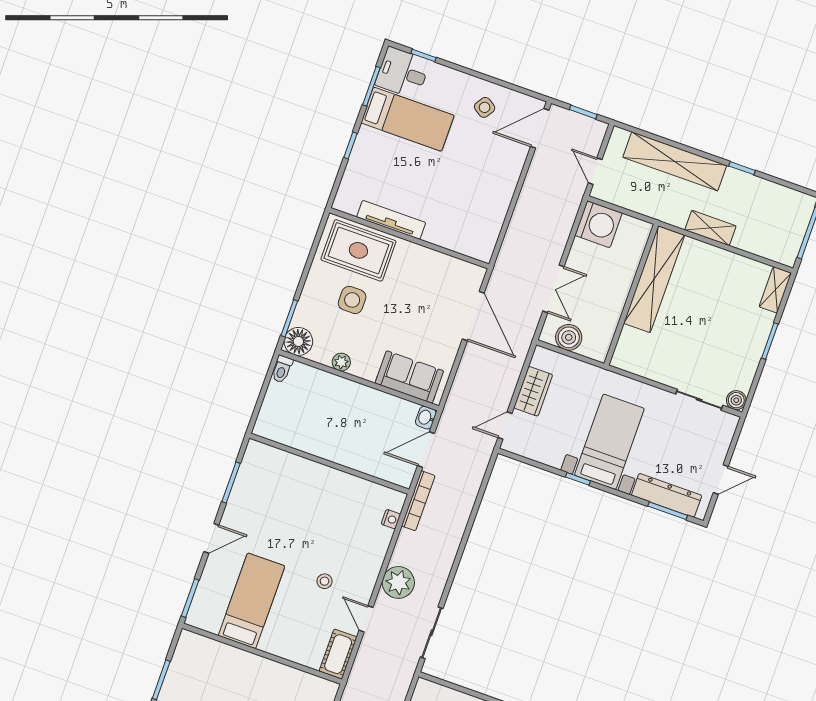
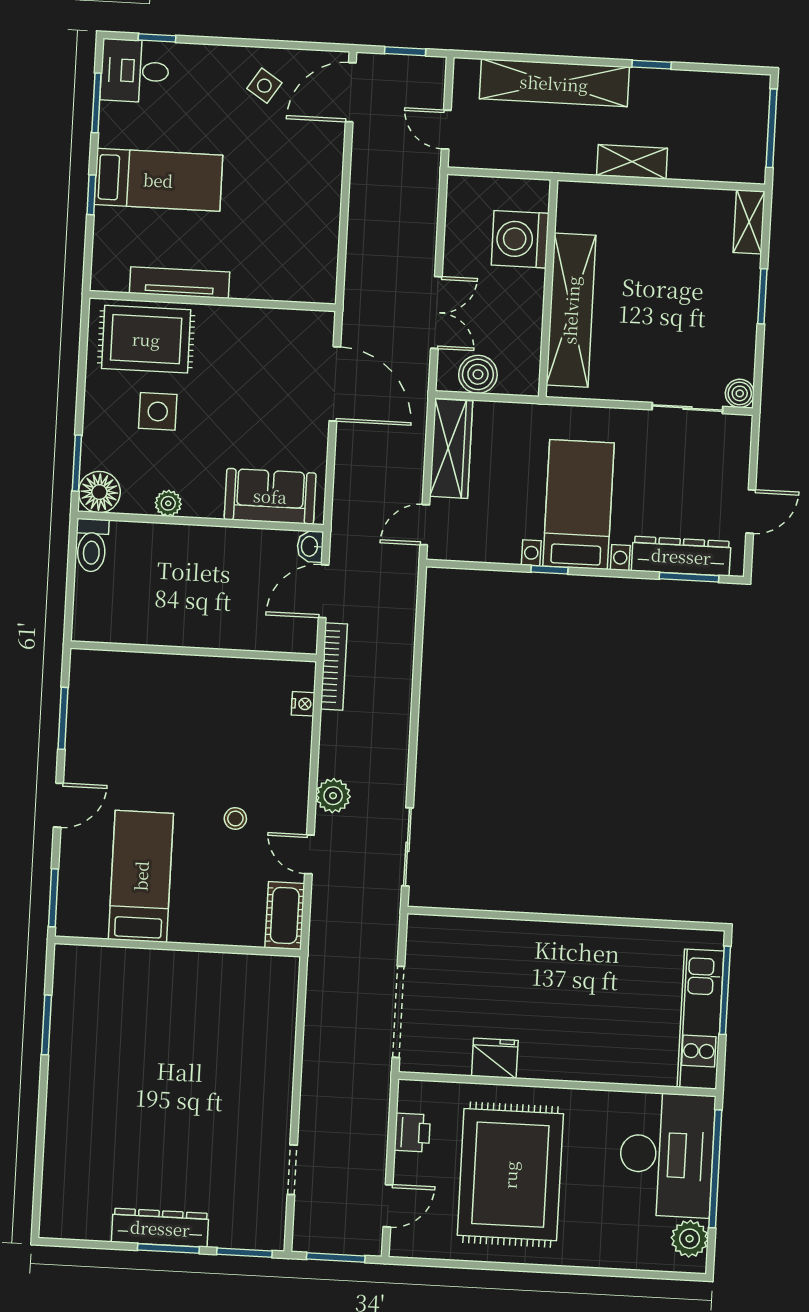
bed: (408, 119) -> (158, 180), moved
washing machine: (598, 224) -> (520, 239), moved, turned 180
shelving: (654, 279) -> (571, 310), moved
toilet: (282, 369) -> (92, 545), width x1.37, depth x1.39
wardrobe: (533, 391) -> (451, 449), width x1.50
plant: (398, 582) -> (333, 796), width x0.73, depth x0.73

